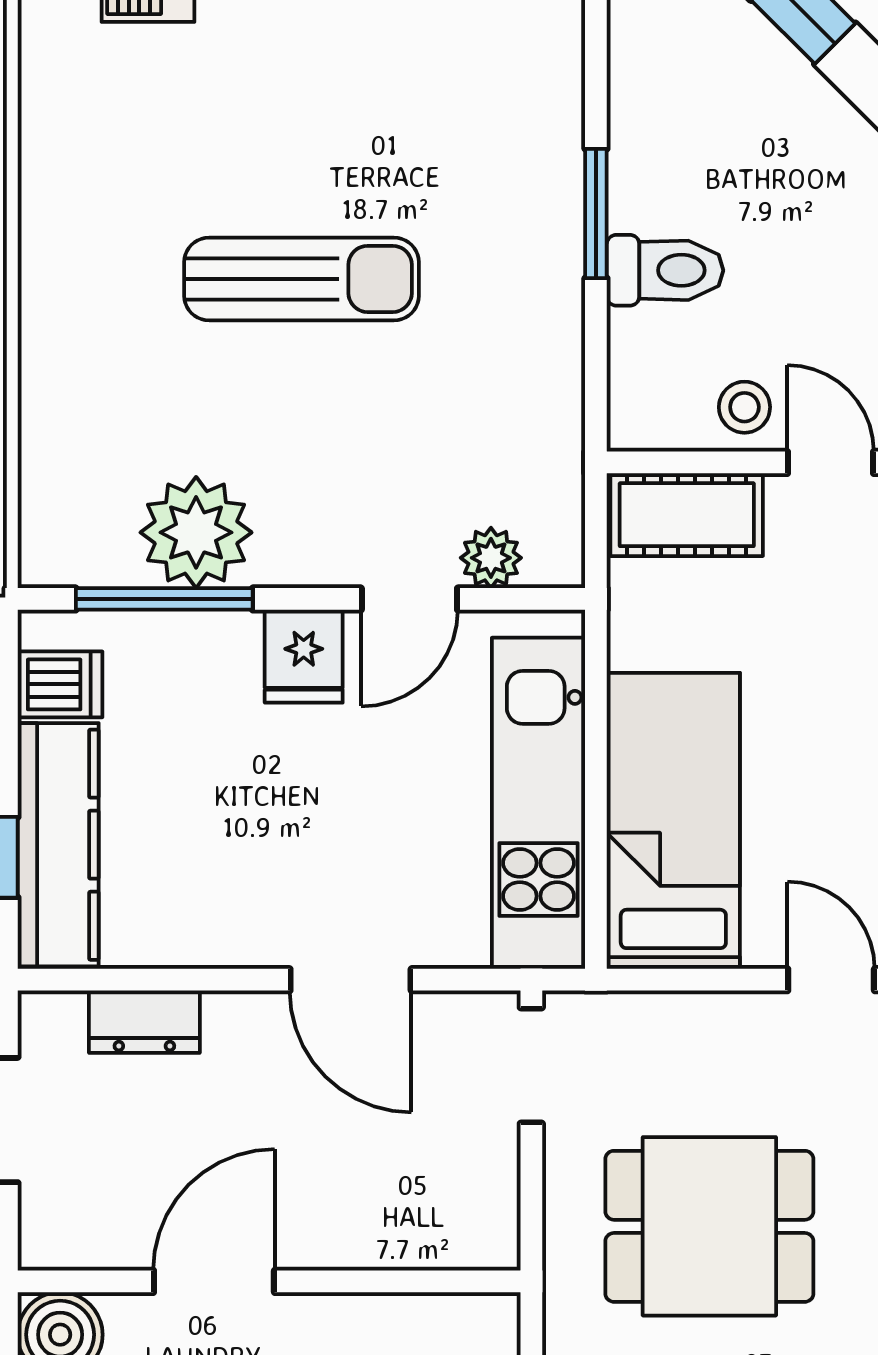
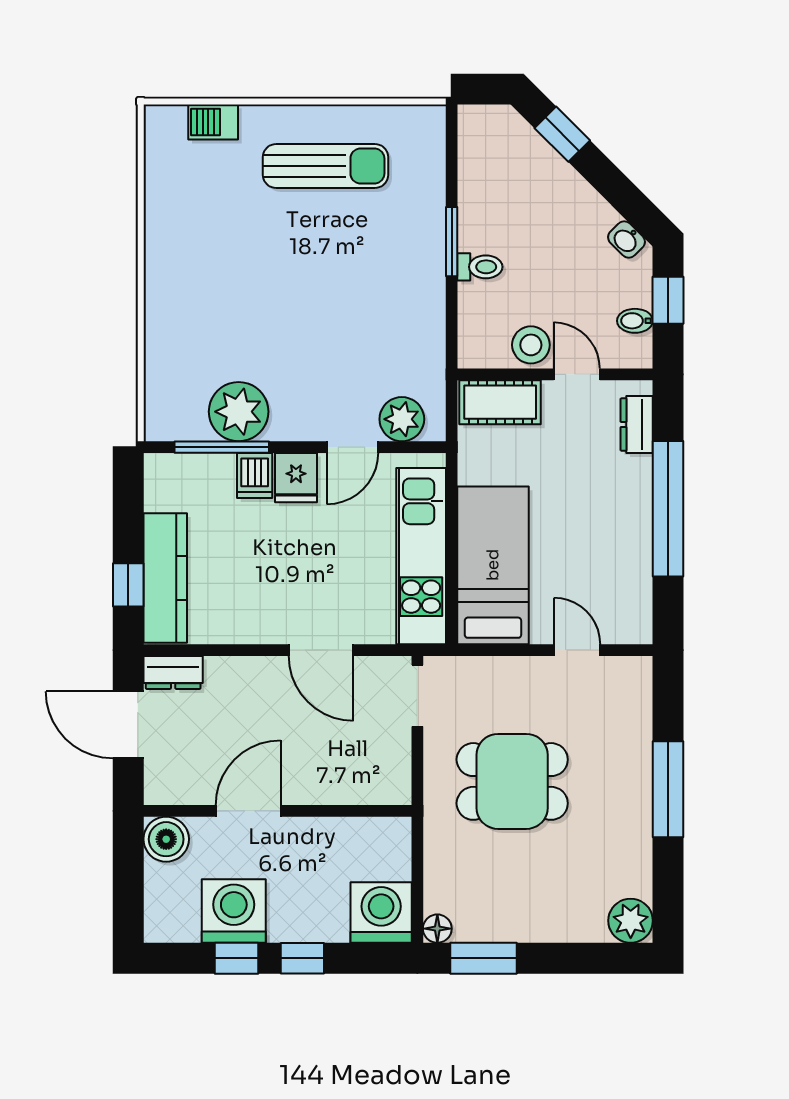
toilet: (665, 270) -> (480, 267), width x0.73, depth x0.72
sun lounger: (302, 279) -> (326, 166), moved
stool: (744, 407) -> (531, 345), width x1.37, depth x1.37
plant: (491, 558) -> (402, 419), width x1.38, depth x1.38
dishwasher: (60, 684) -> (255, 475), moved, turned 90
dresser: (144, 1022) -> (173, 672), moved

